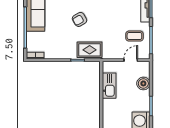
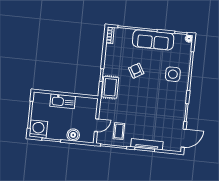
armchair: (79, 19) -> (136, 71), moved
door: (131, 60) -> (97, 125), hinge flipped
kitchen sink: (109, 86) -> (63, 101), moved

